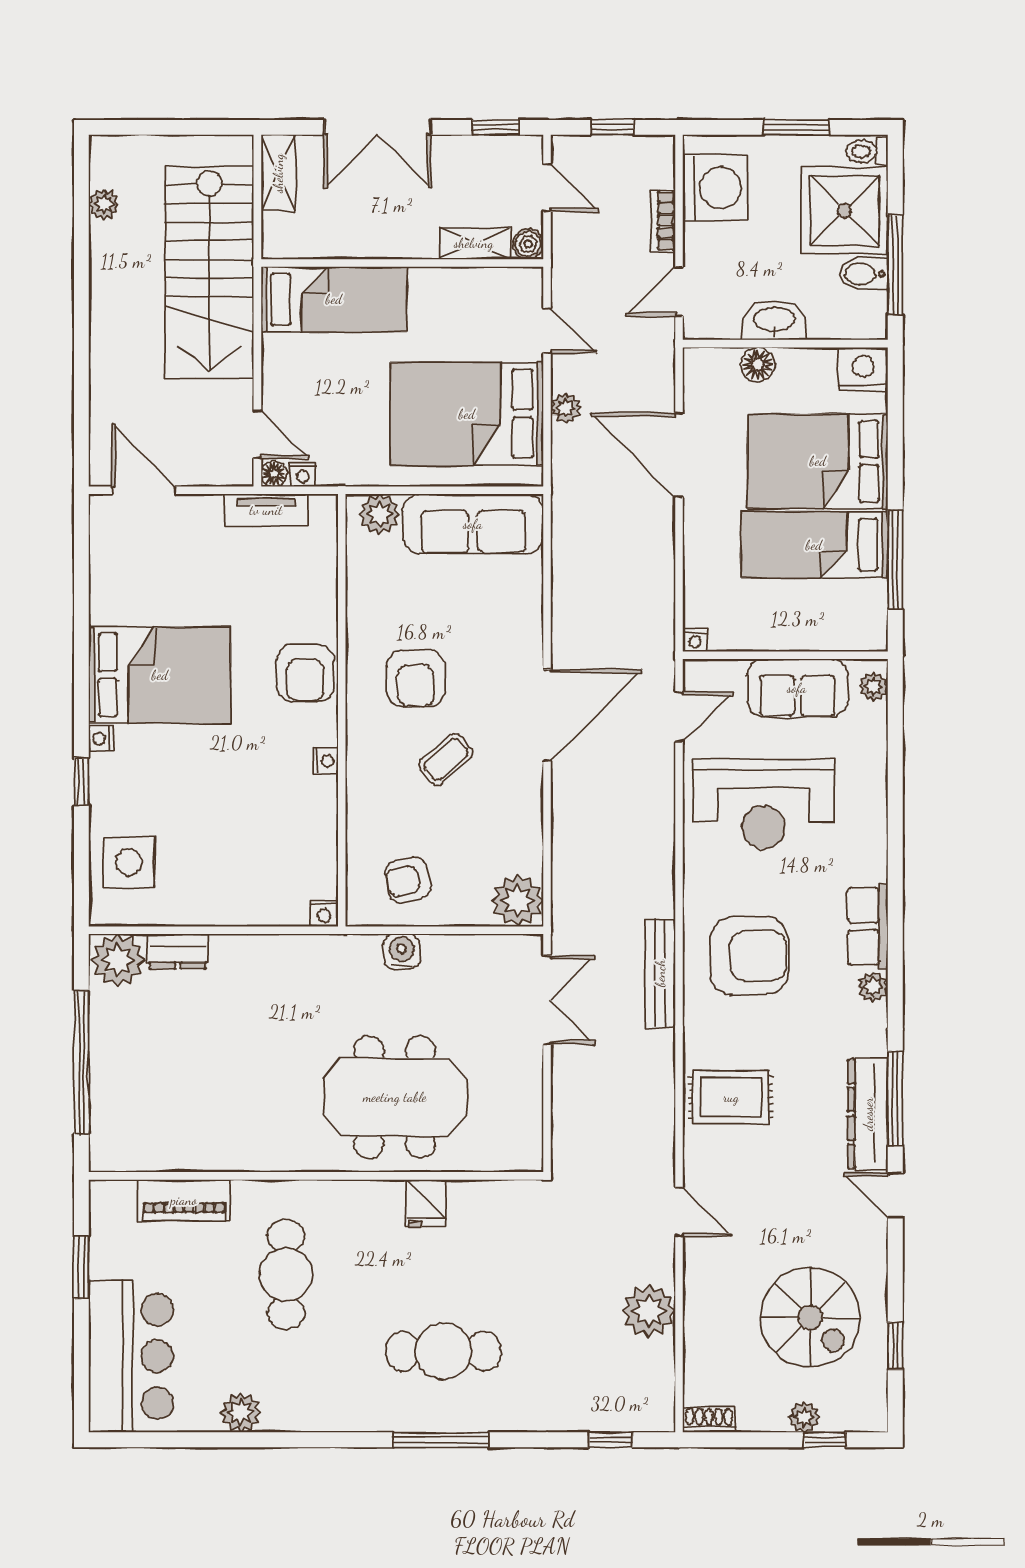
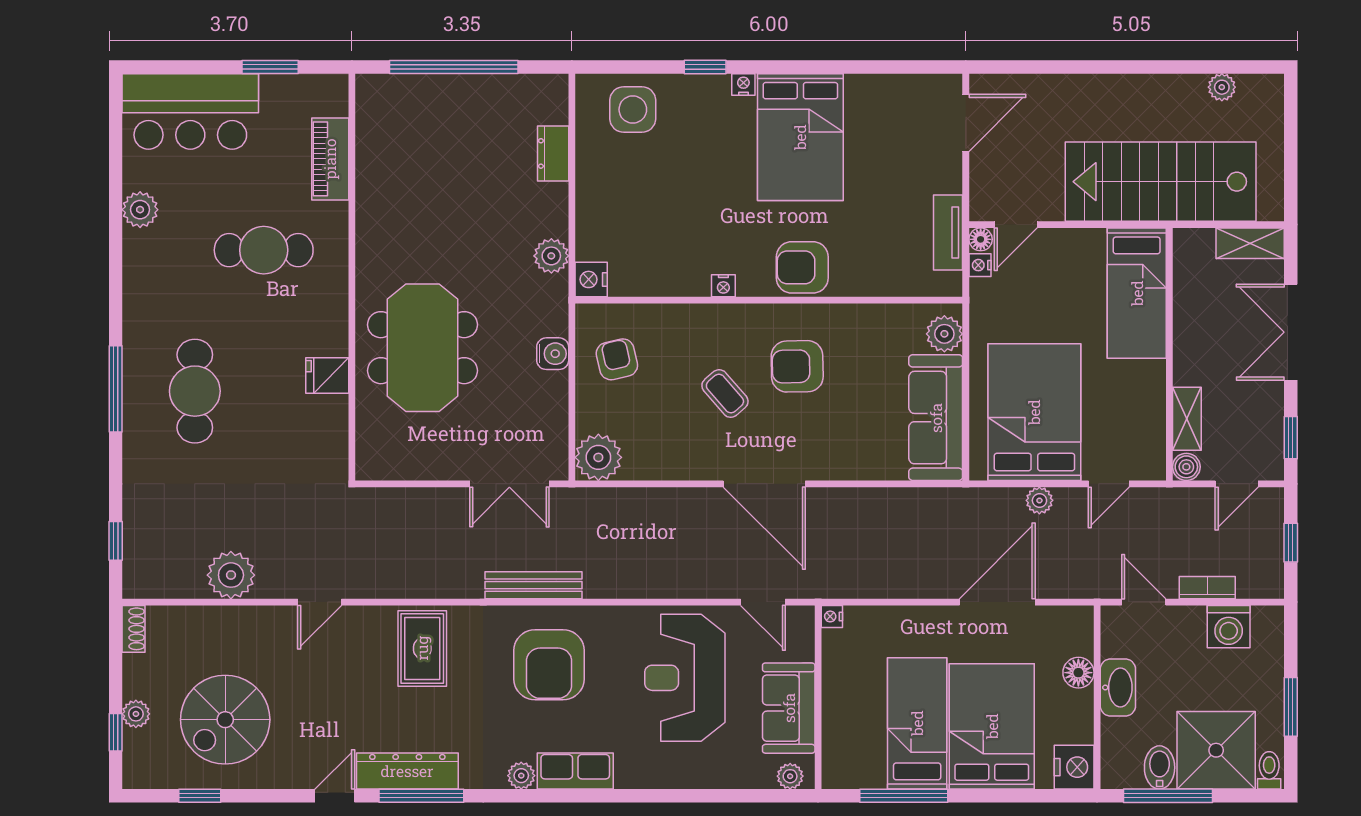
washing machine: (715, 188) -> (1229, 627), width x0.73, depth x0.73
nightstand: (324, 913) -> (591, 279), width x1.39, depth x1.35
plant: (118, 960) -> (551, 256), moved, width x0.73, depth x0.73

